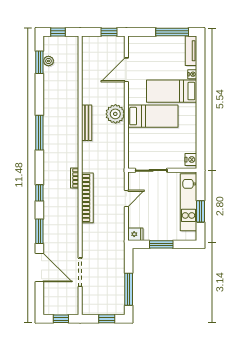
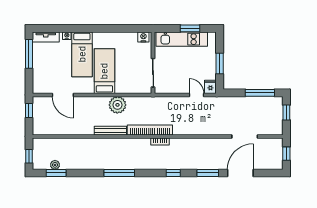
plant: (115, 114) -> (117, 105), moved
bookcase: (87, 198) -> (150, 130), moved
door: (126, 198) -> (197, 95), moved

